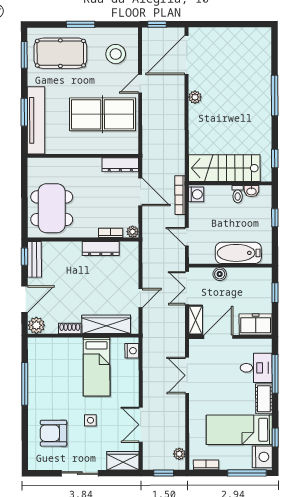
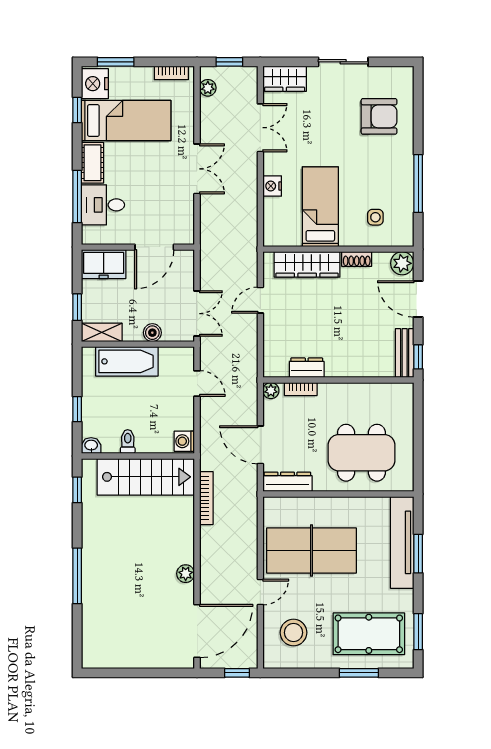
window: (81, 24) -> (359, 673), moved
washbasin: (251, 191) -> (91, 446), moved
bookcase: (180, 195) -> (206, 498), moved
dining table: (52, 208) -> (361, 453), moved, turned 90
dresser: (101, 248) -> (307, 368), width x0.70
door: (25, 299) -> (418, 299), hinge flipped
shelving: (196, 320) -> (102, 332), moved, turned 90
nightstand: (132, 351) -> (272, 186), moved
double door: (187, 375) -> (197, 169), moved
side table: (90, 420) -> (375, 217), moved
window: (247, 473) -> (116, 62), width x0.69

